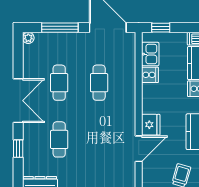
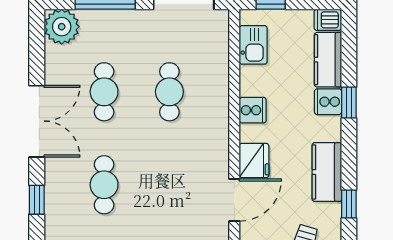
plant: (28, 38) -> (62, 27), width x1.88, depth x1.88
cooker: (150, 75) -> (253, 110), moved

